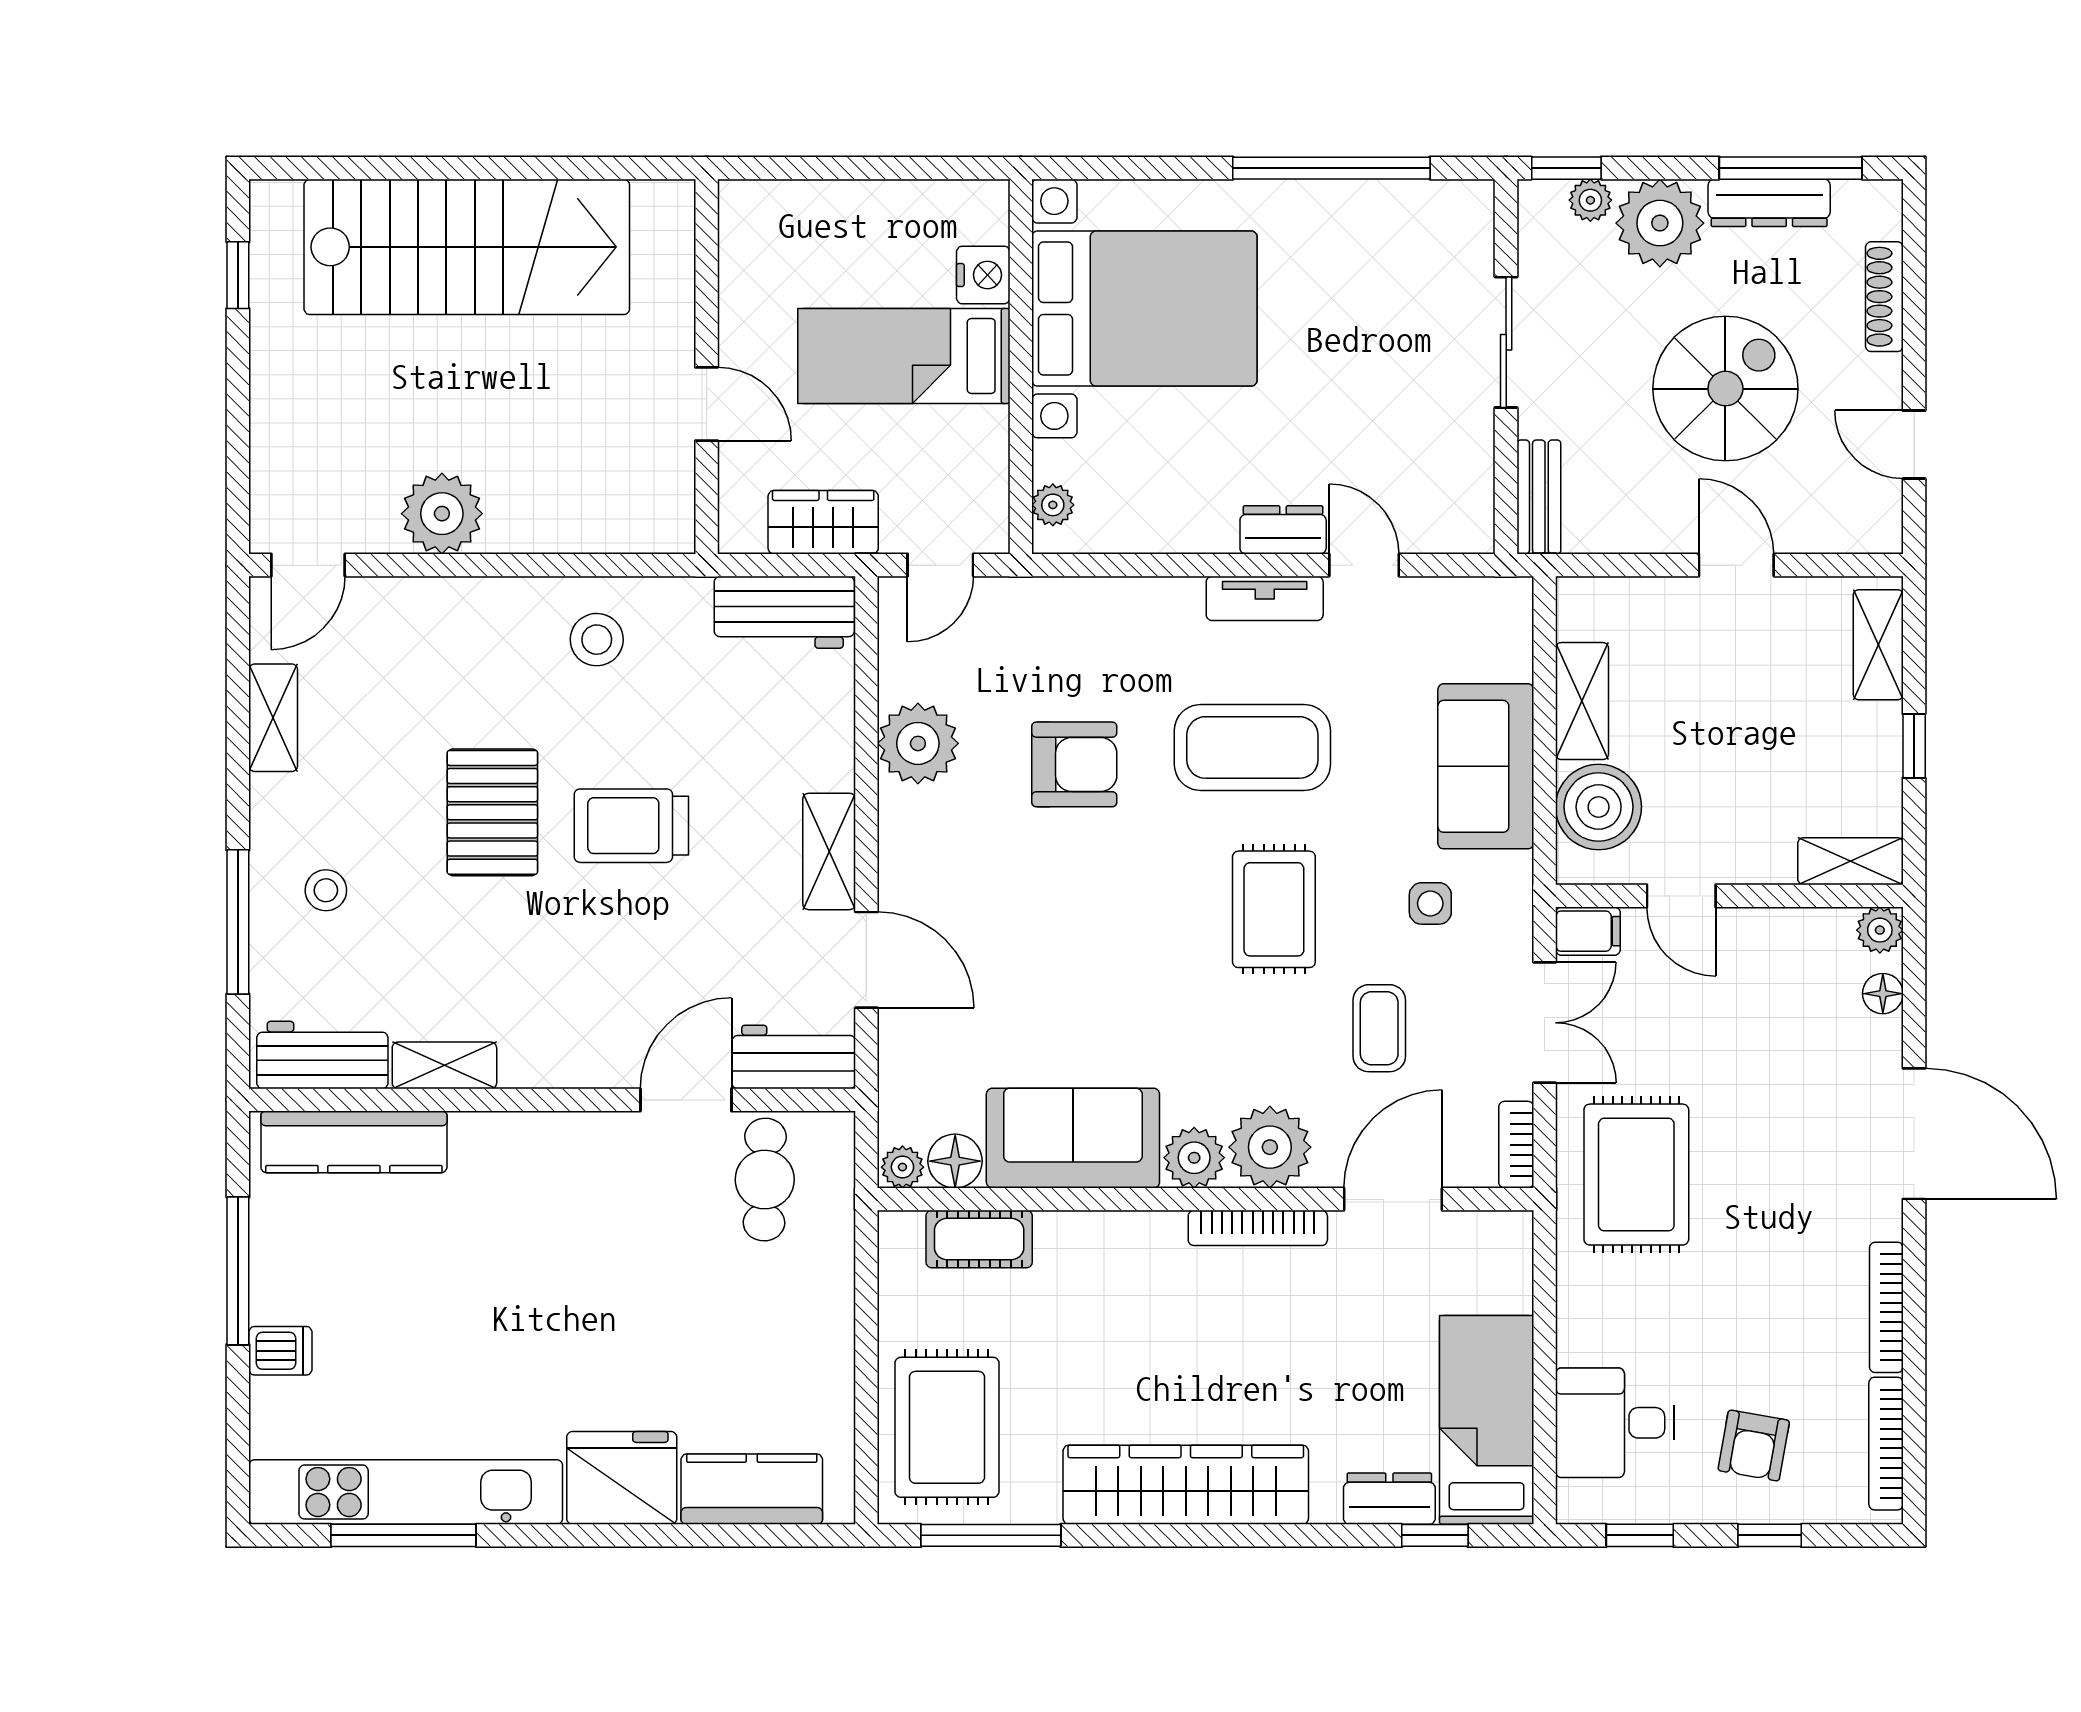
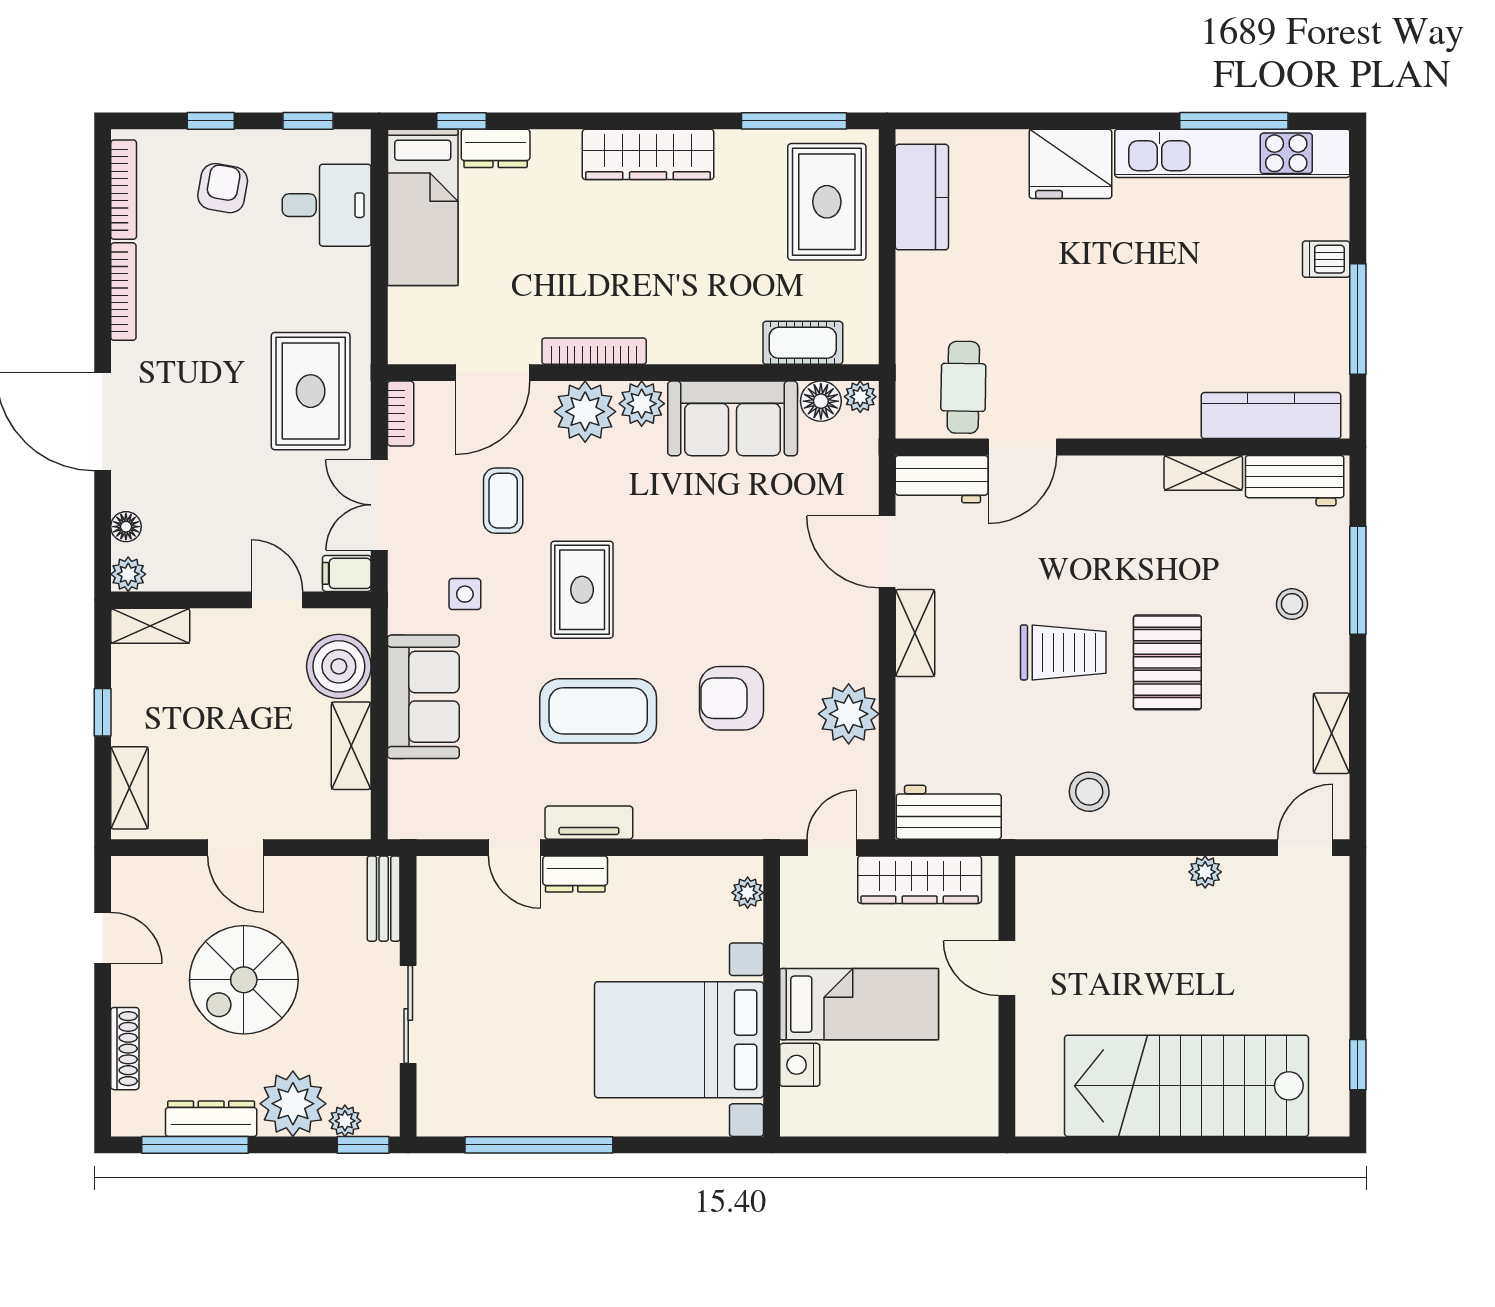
plant: (442, 514) -> (1205, 872), width x0.53, depth x0.53
wardrobe: (823, 522) -> (920, 880), width x1.50
wardrobe: (1186, 1485) -> (648, 154), width x0.71, depth x0.85
kitchen counter: (752, 1489) -> (922, 197), moved, turned -90

